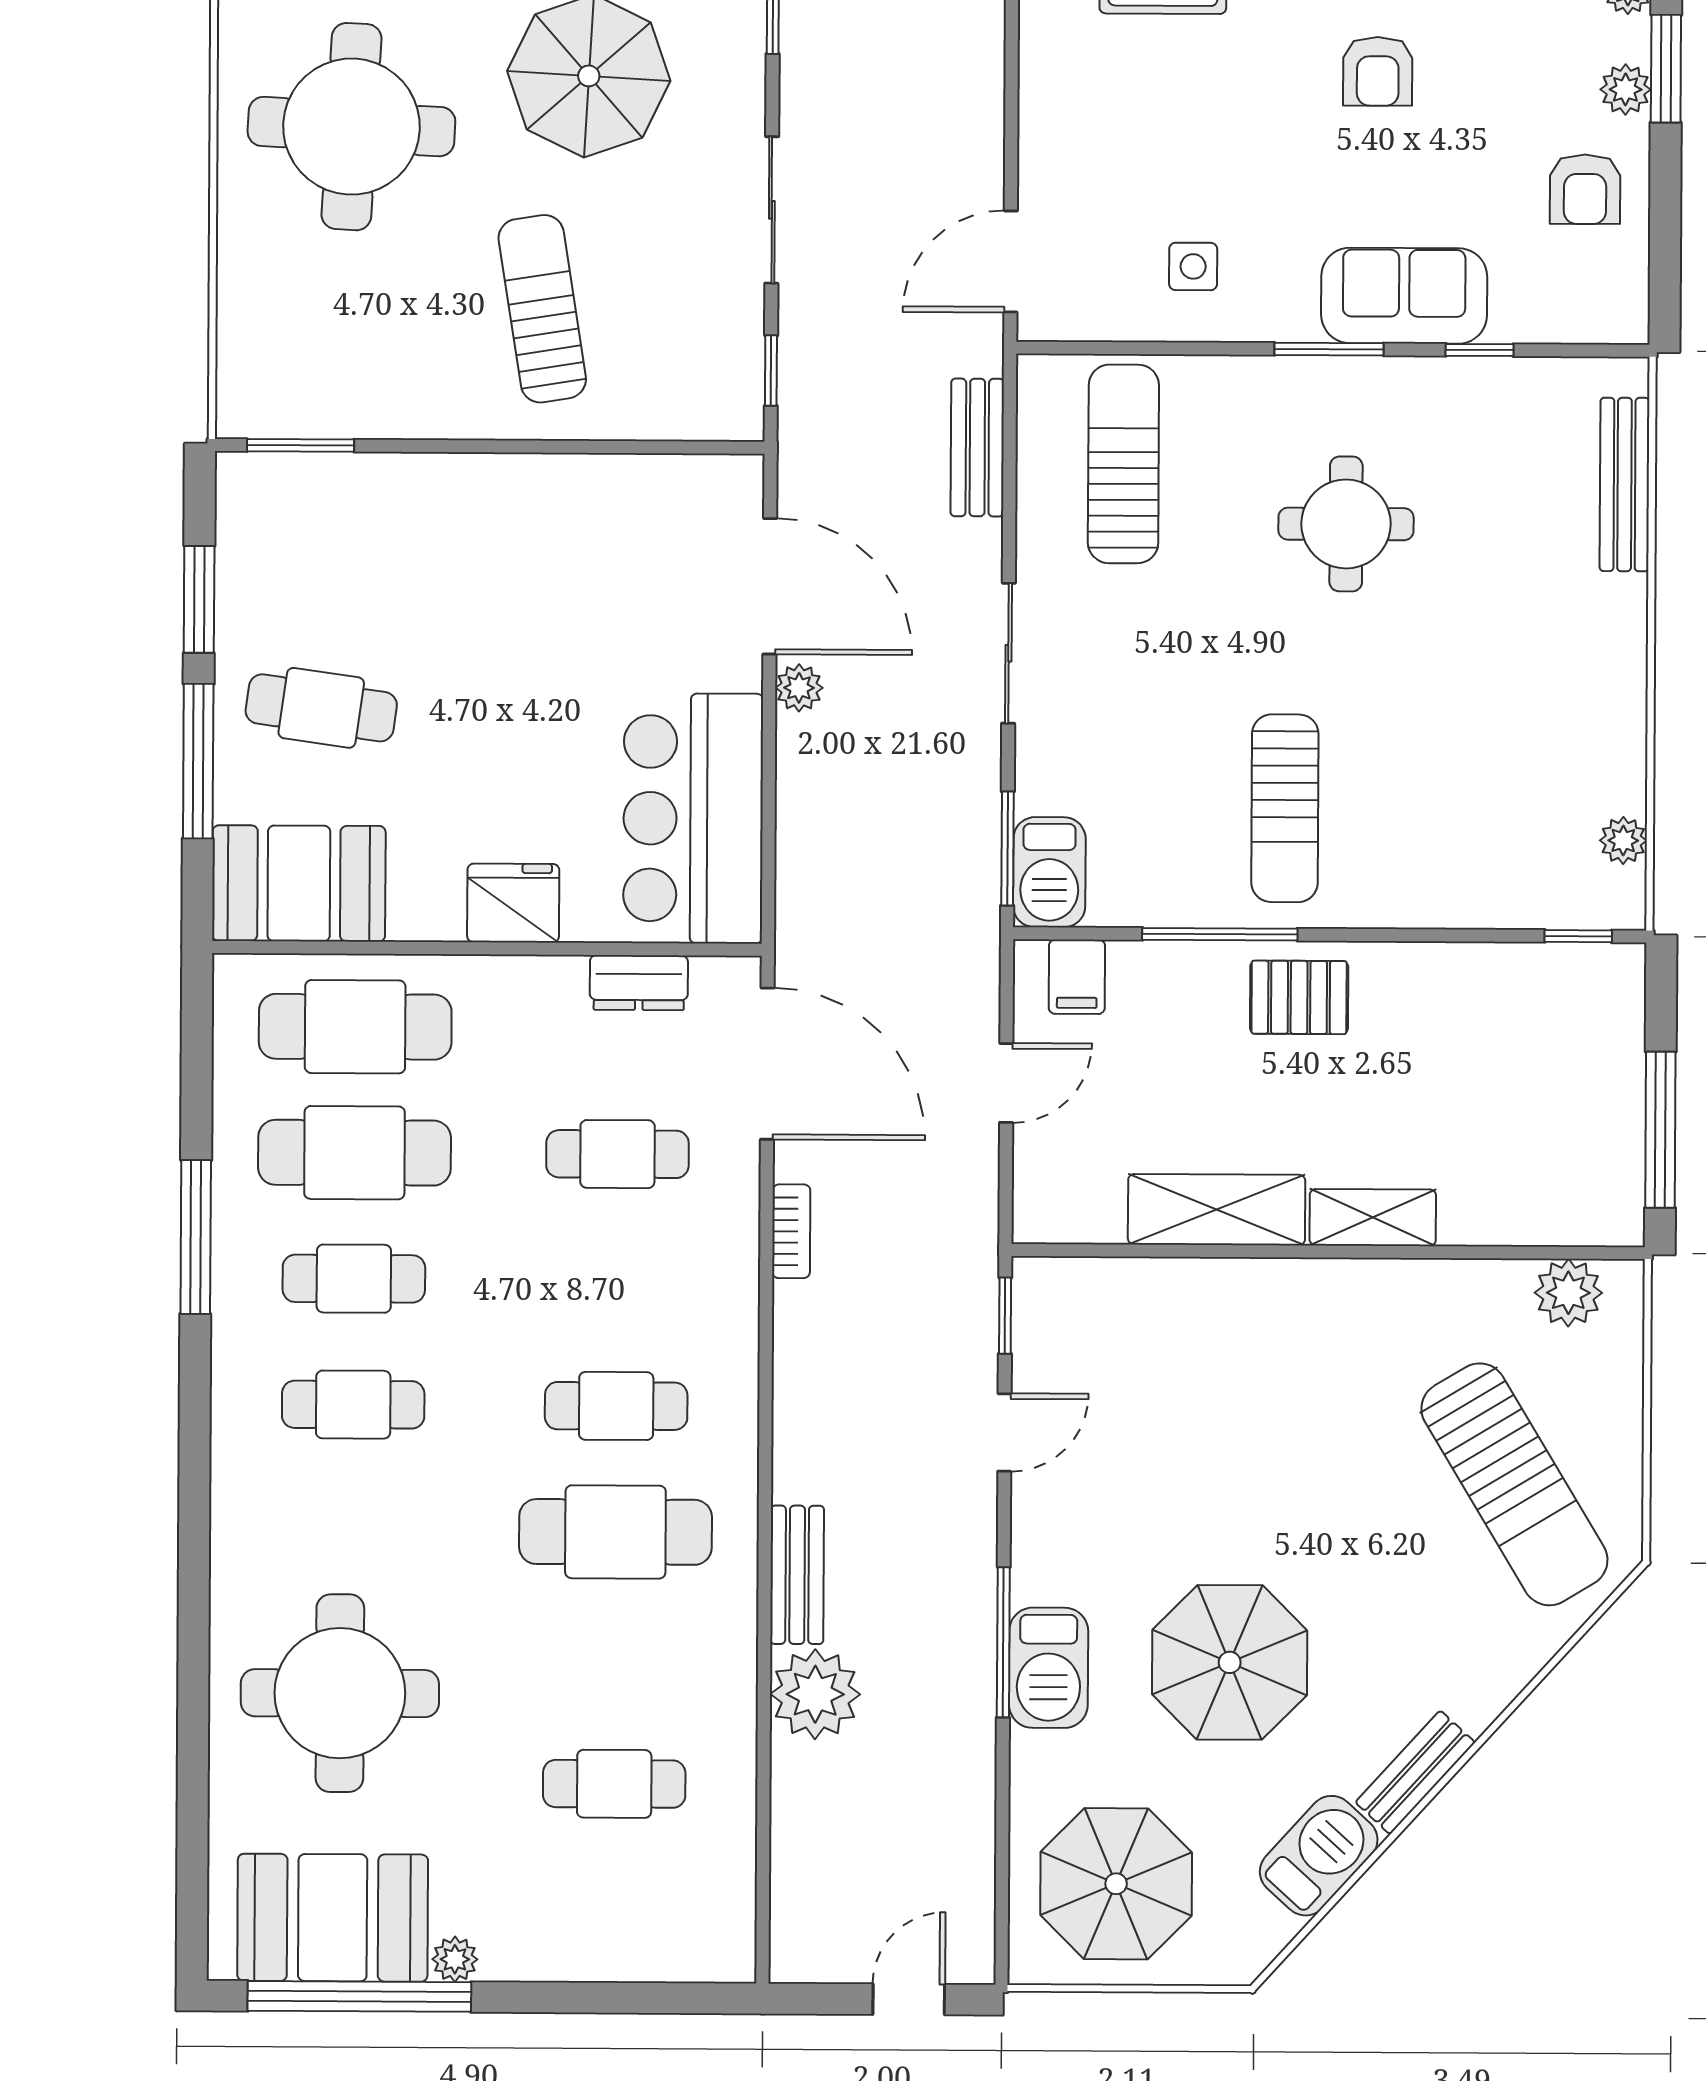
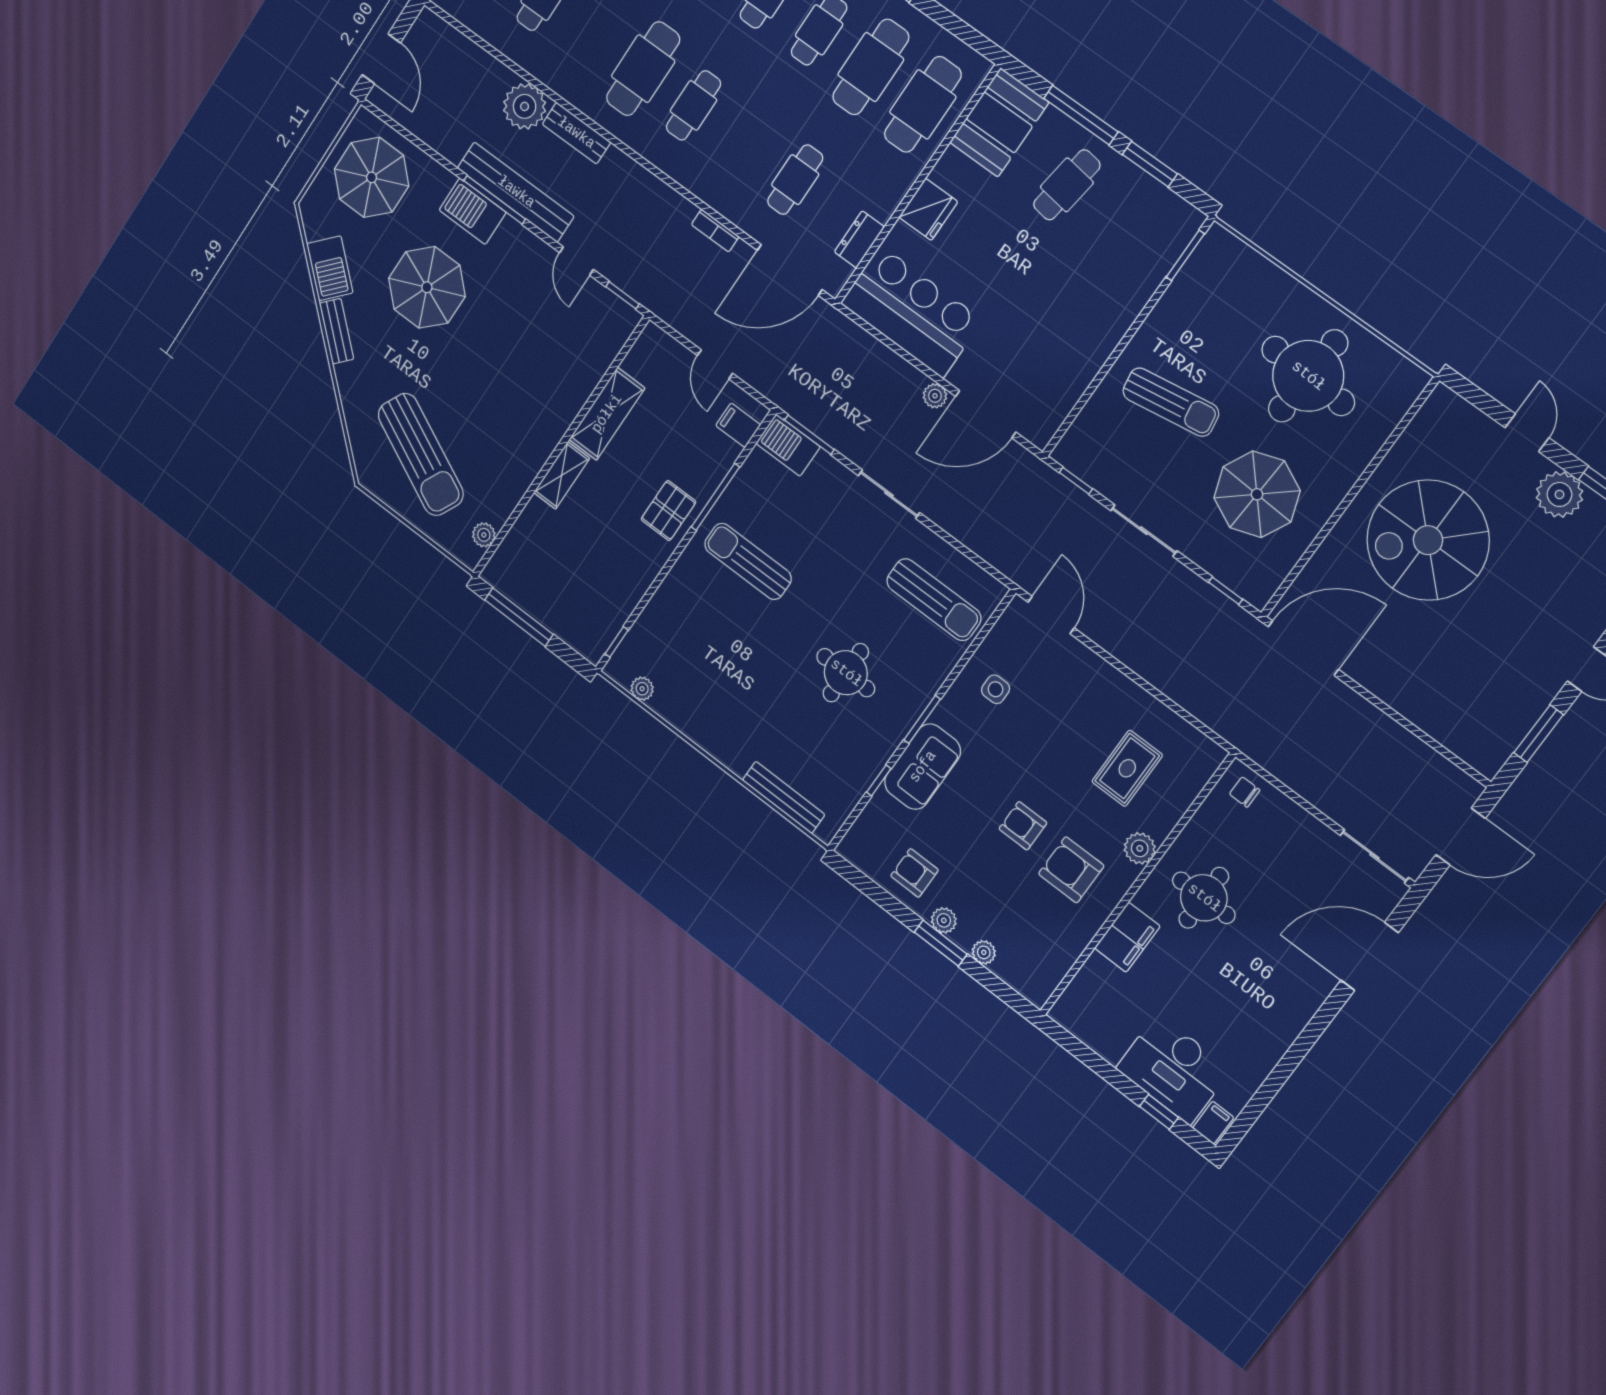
bench: (977, 448) -> (516, 192), moved, width x1.86, depth x1.21
plant: (1568, 1293) -> (484, 535), width x0.73, depth x0.73
sun lounger: (1514, 1484) -> (421, 454), turned -123
door: (909, 1999) -> (381, 59), width x1.38

